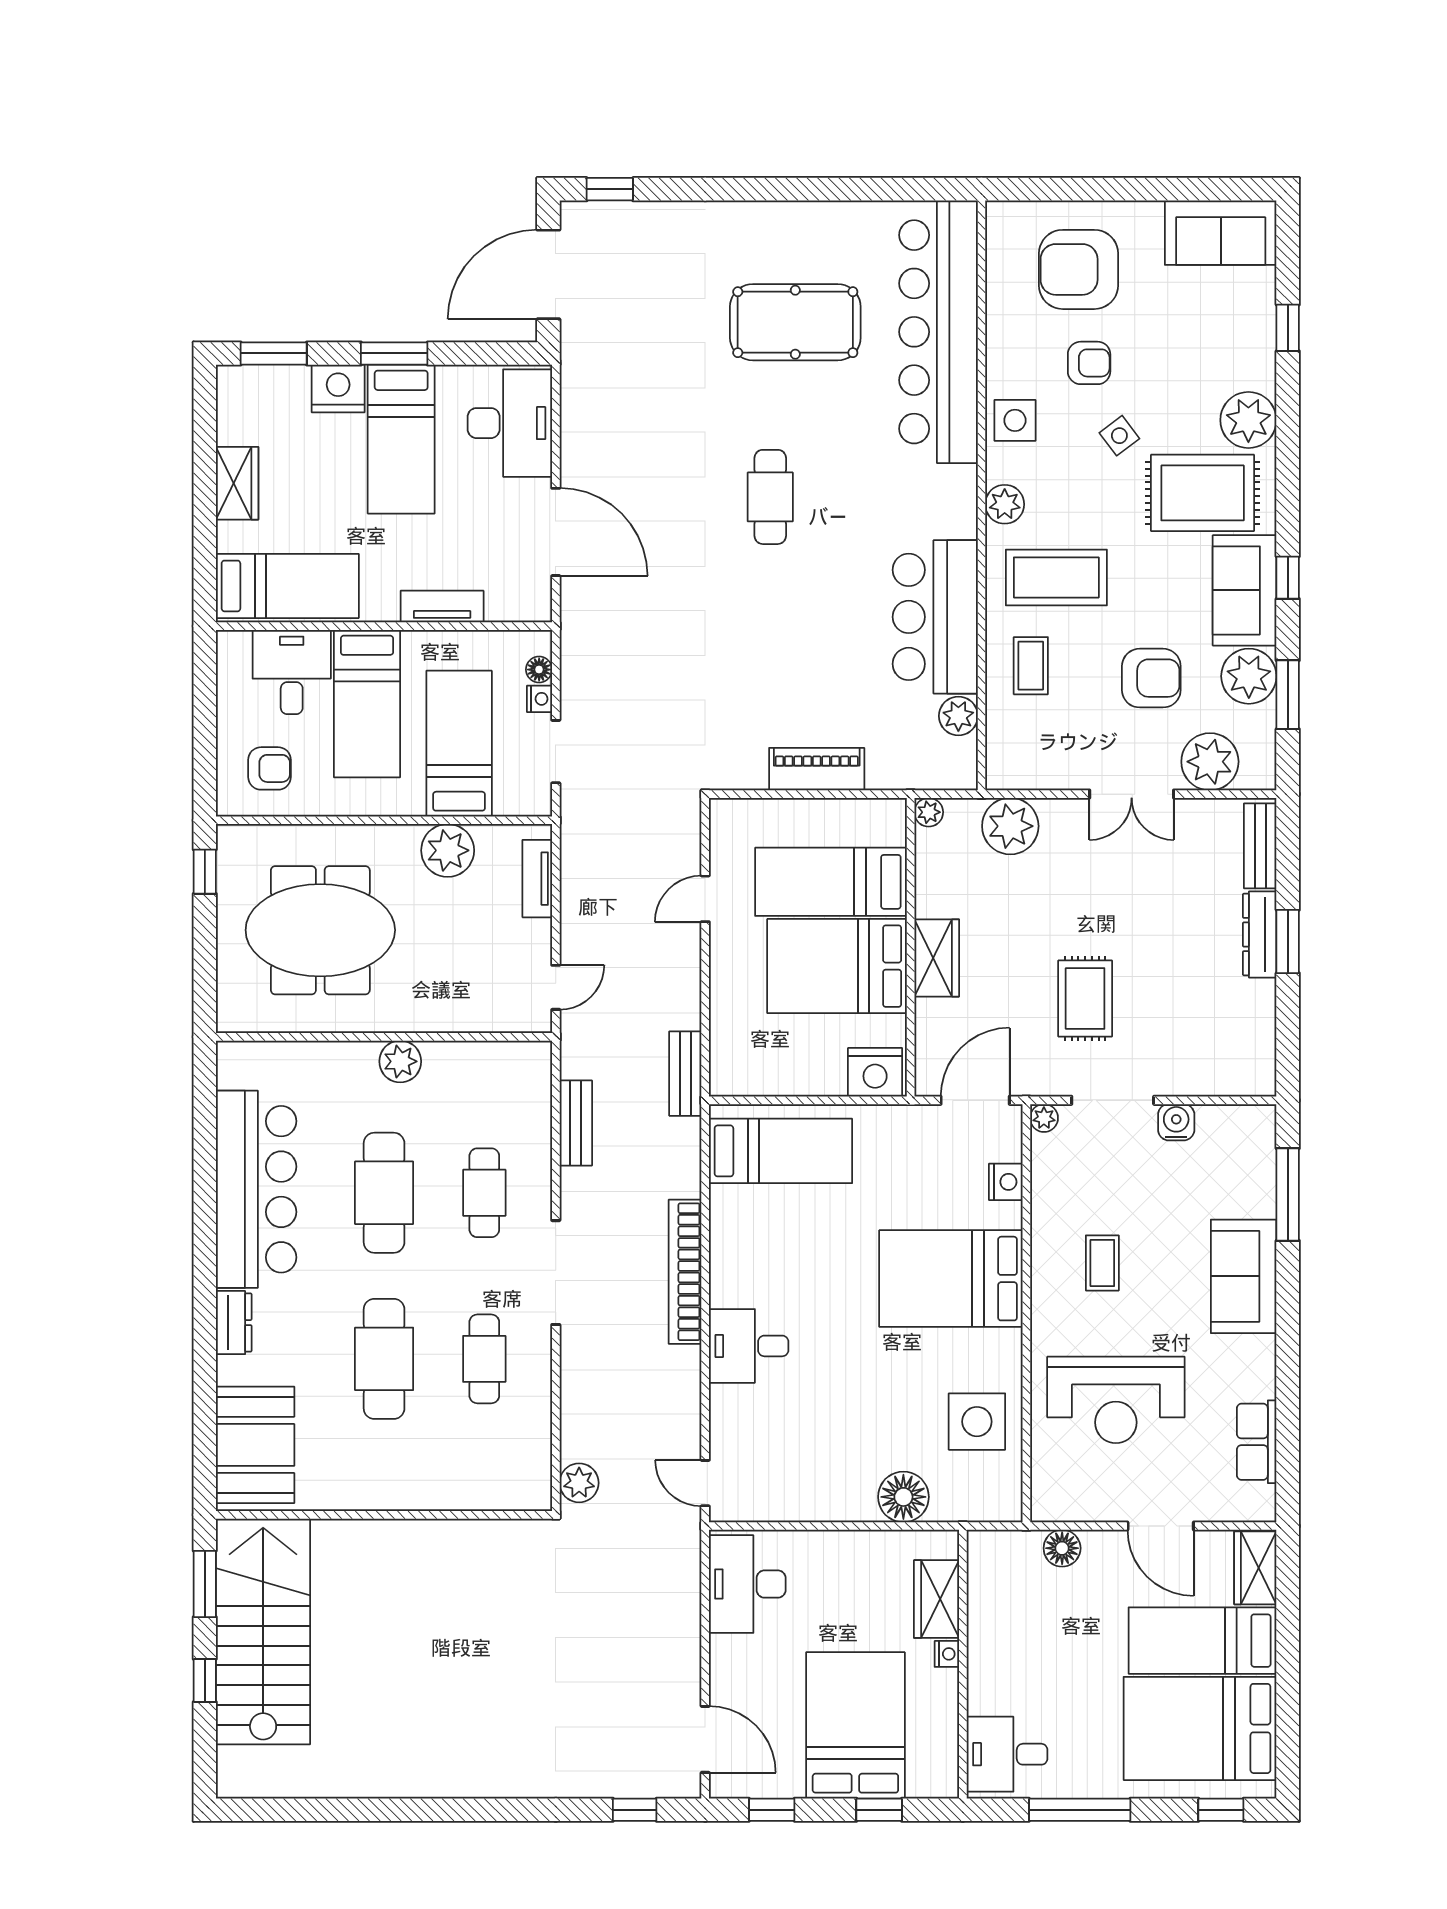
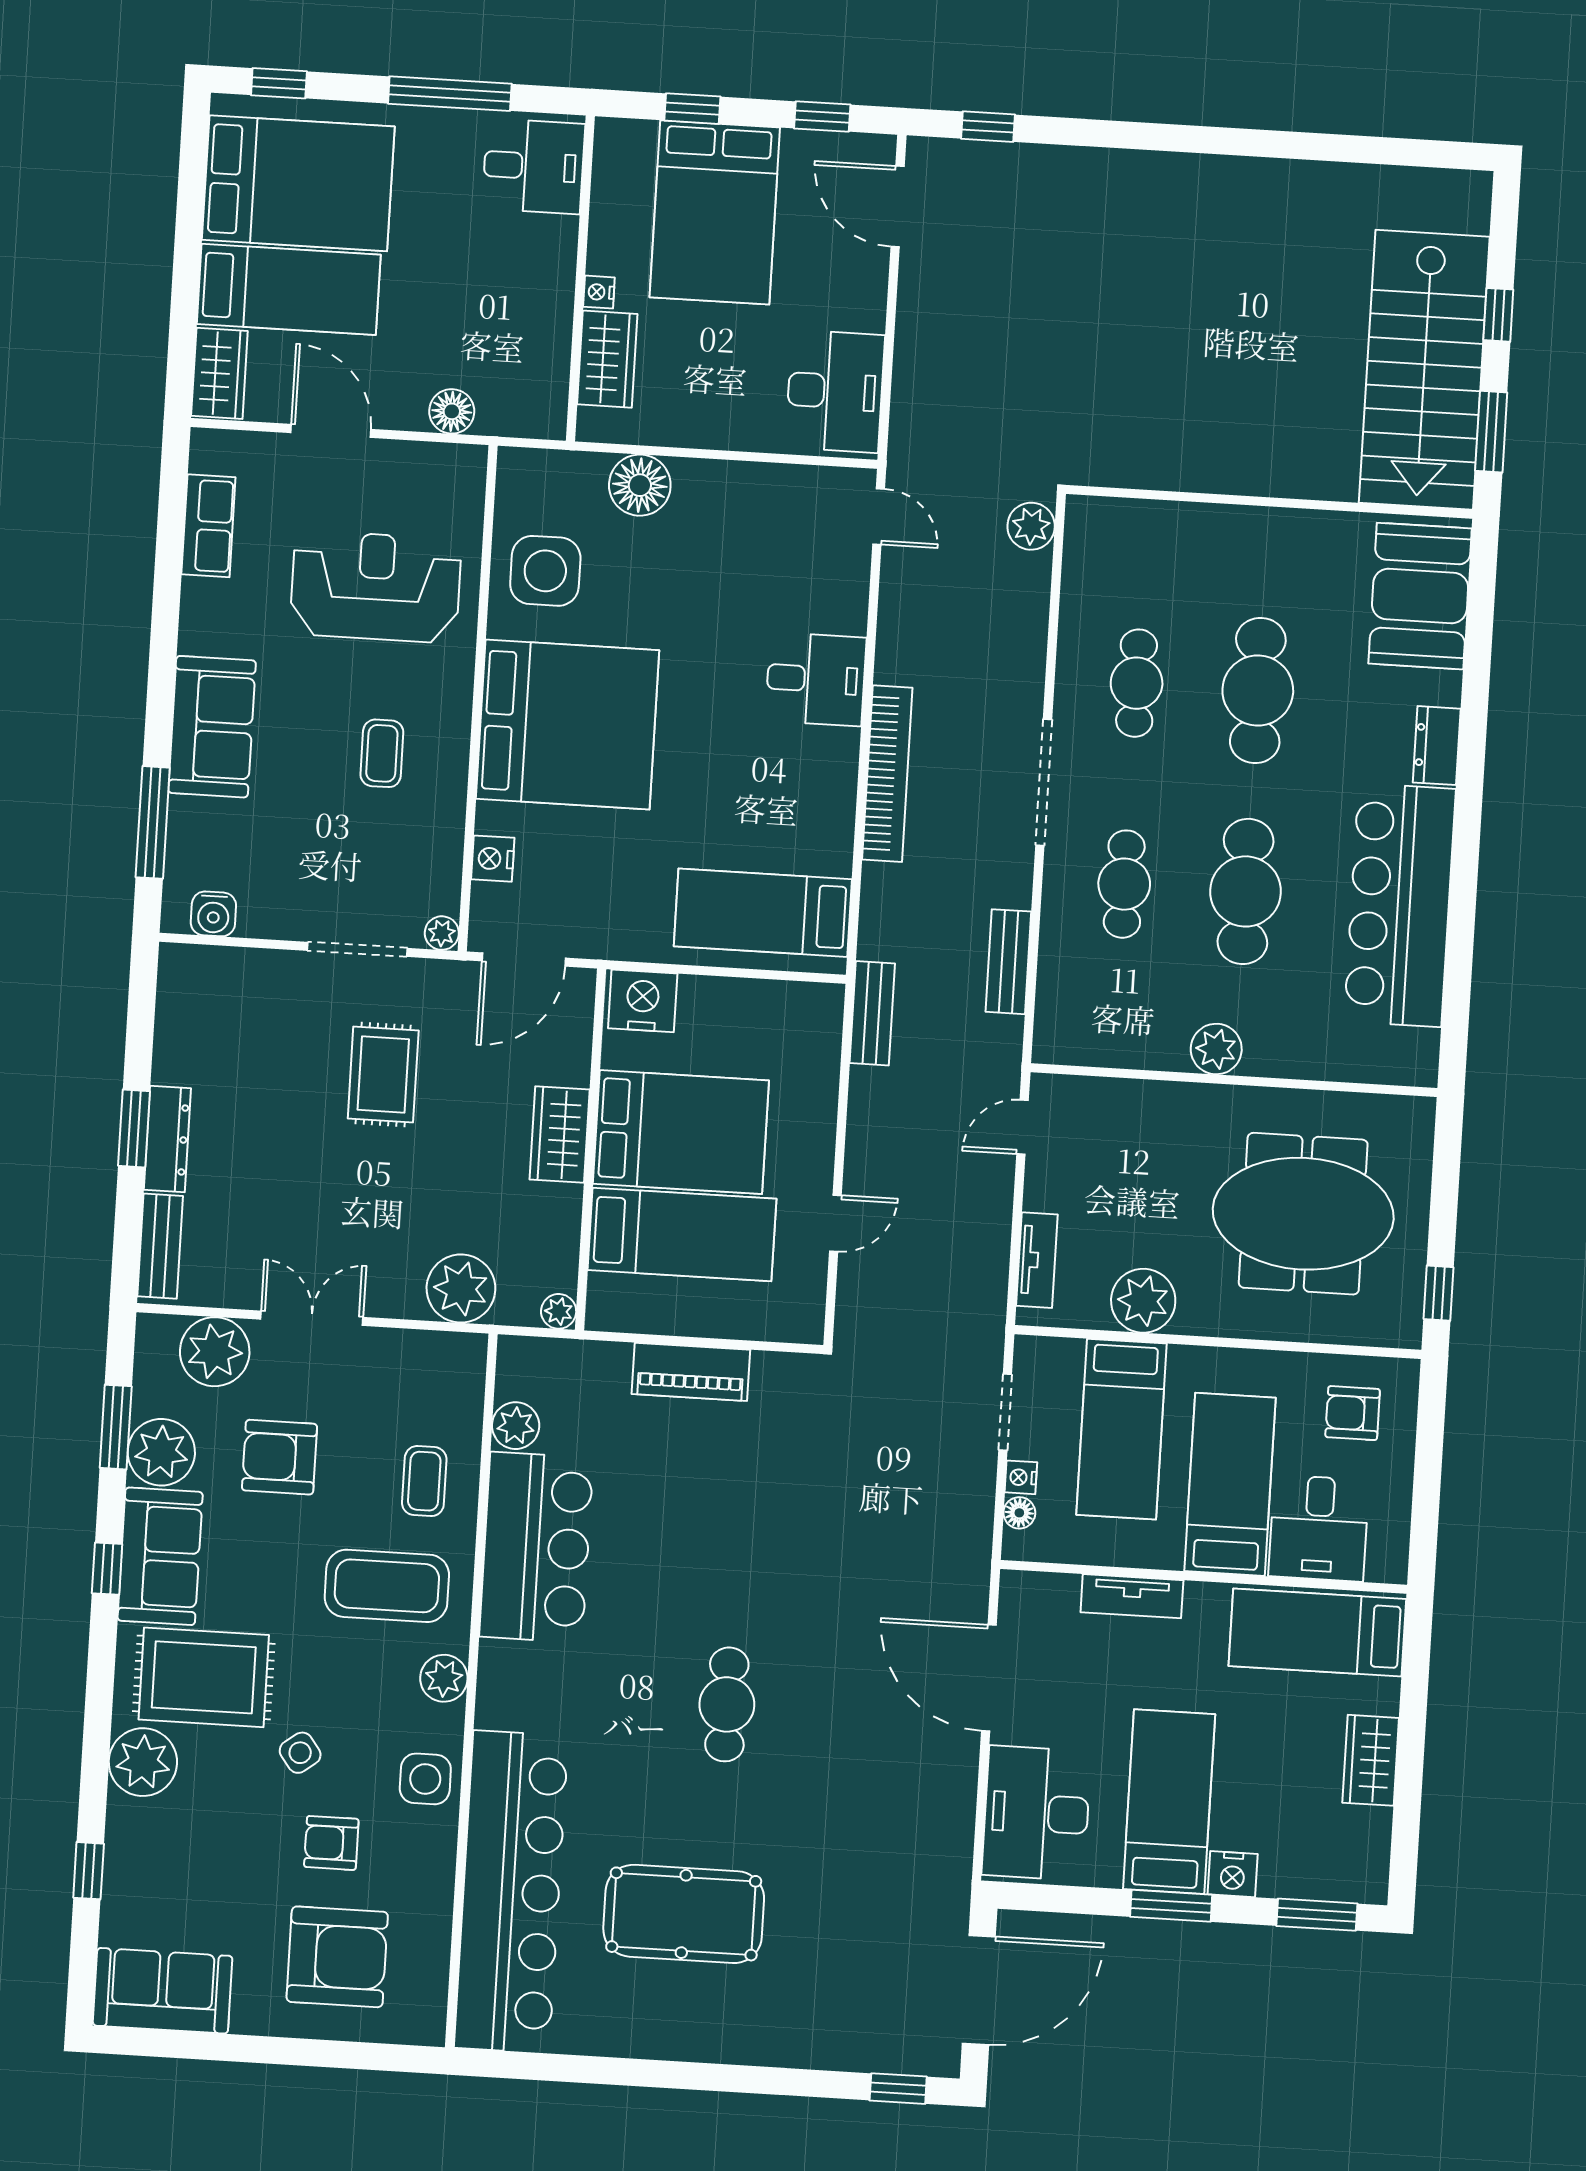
nightstand: (338, 388) -> (1233, 1874), width x0.74, depth x0.75
water cooler: (1176, 1122) -> (213, 914), moved
bed: (951, 1279) -> (568, 724), width x1.36

